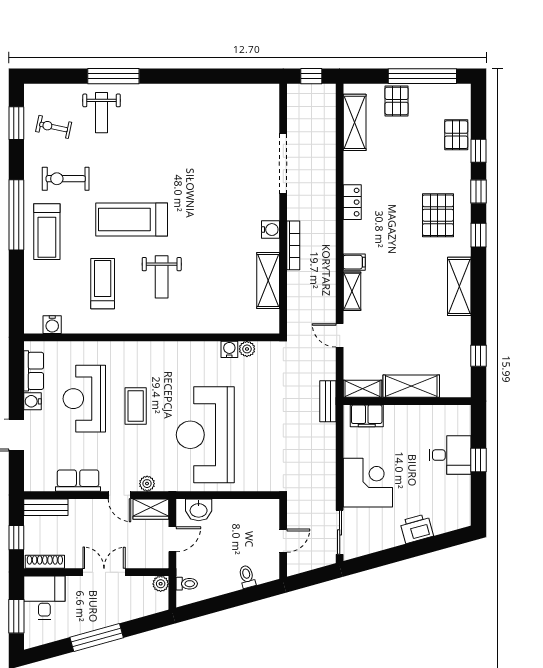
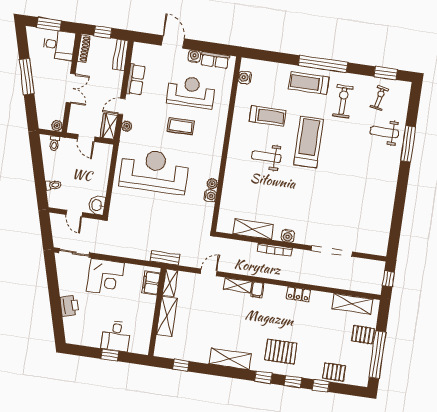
plant: (247, 349) -> (212, 184), moved
washbasin: (199, 510) -> (97, 205), moved

